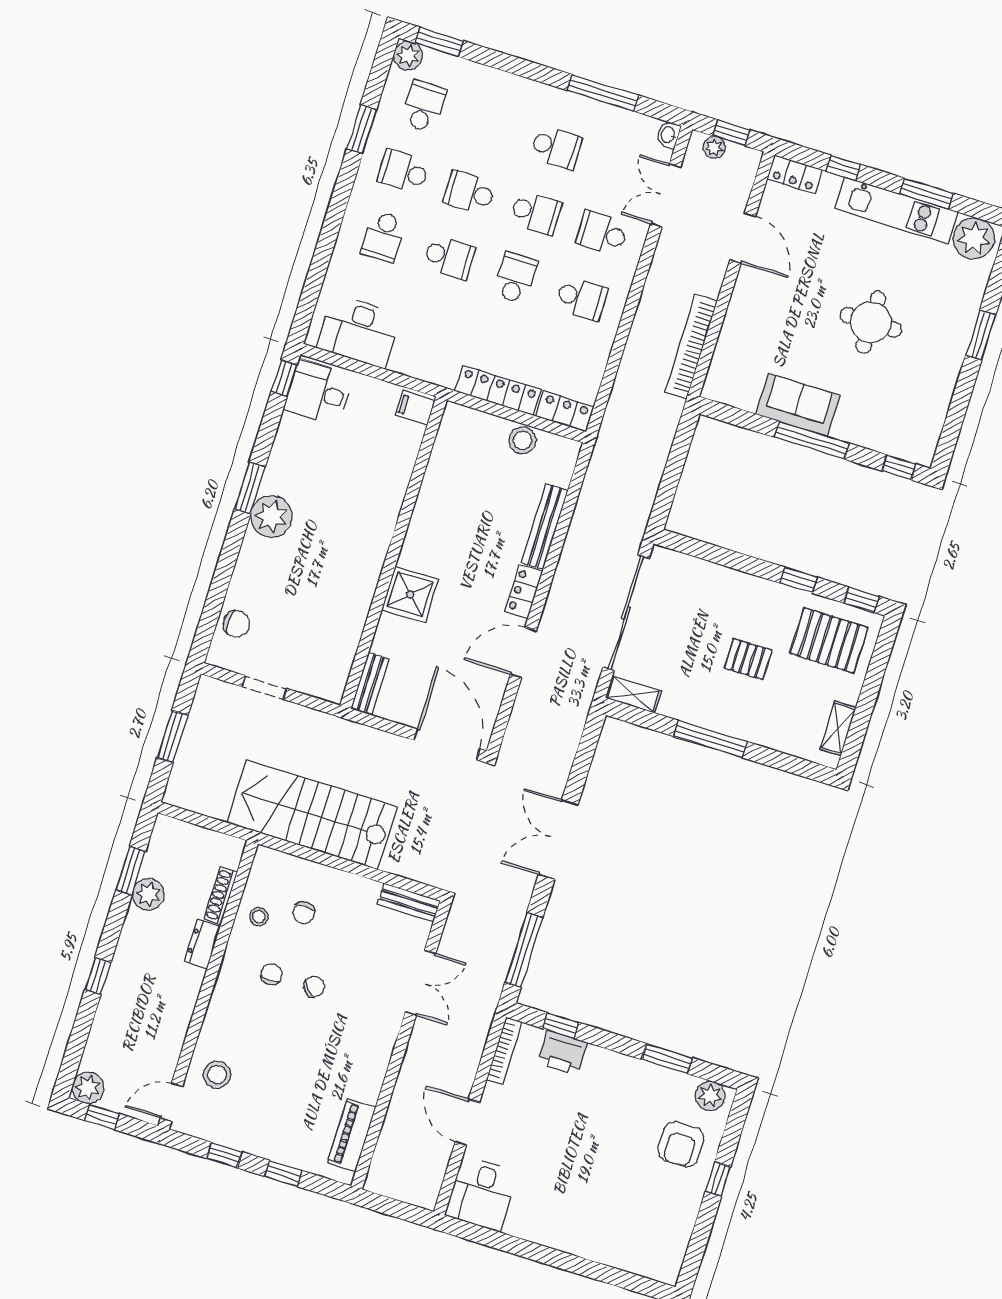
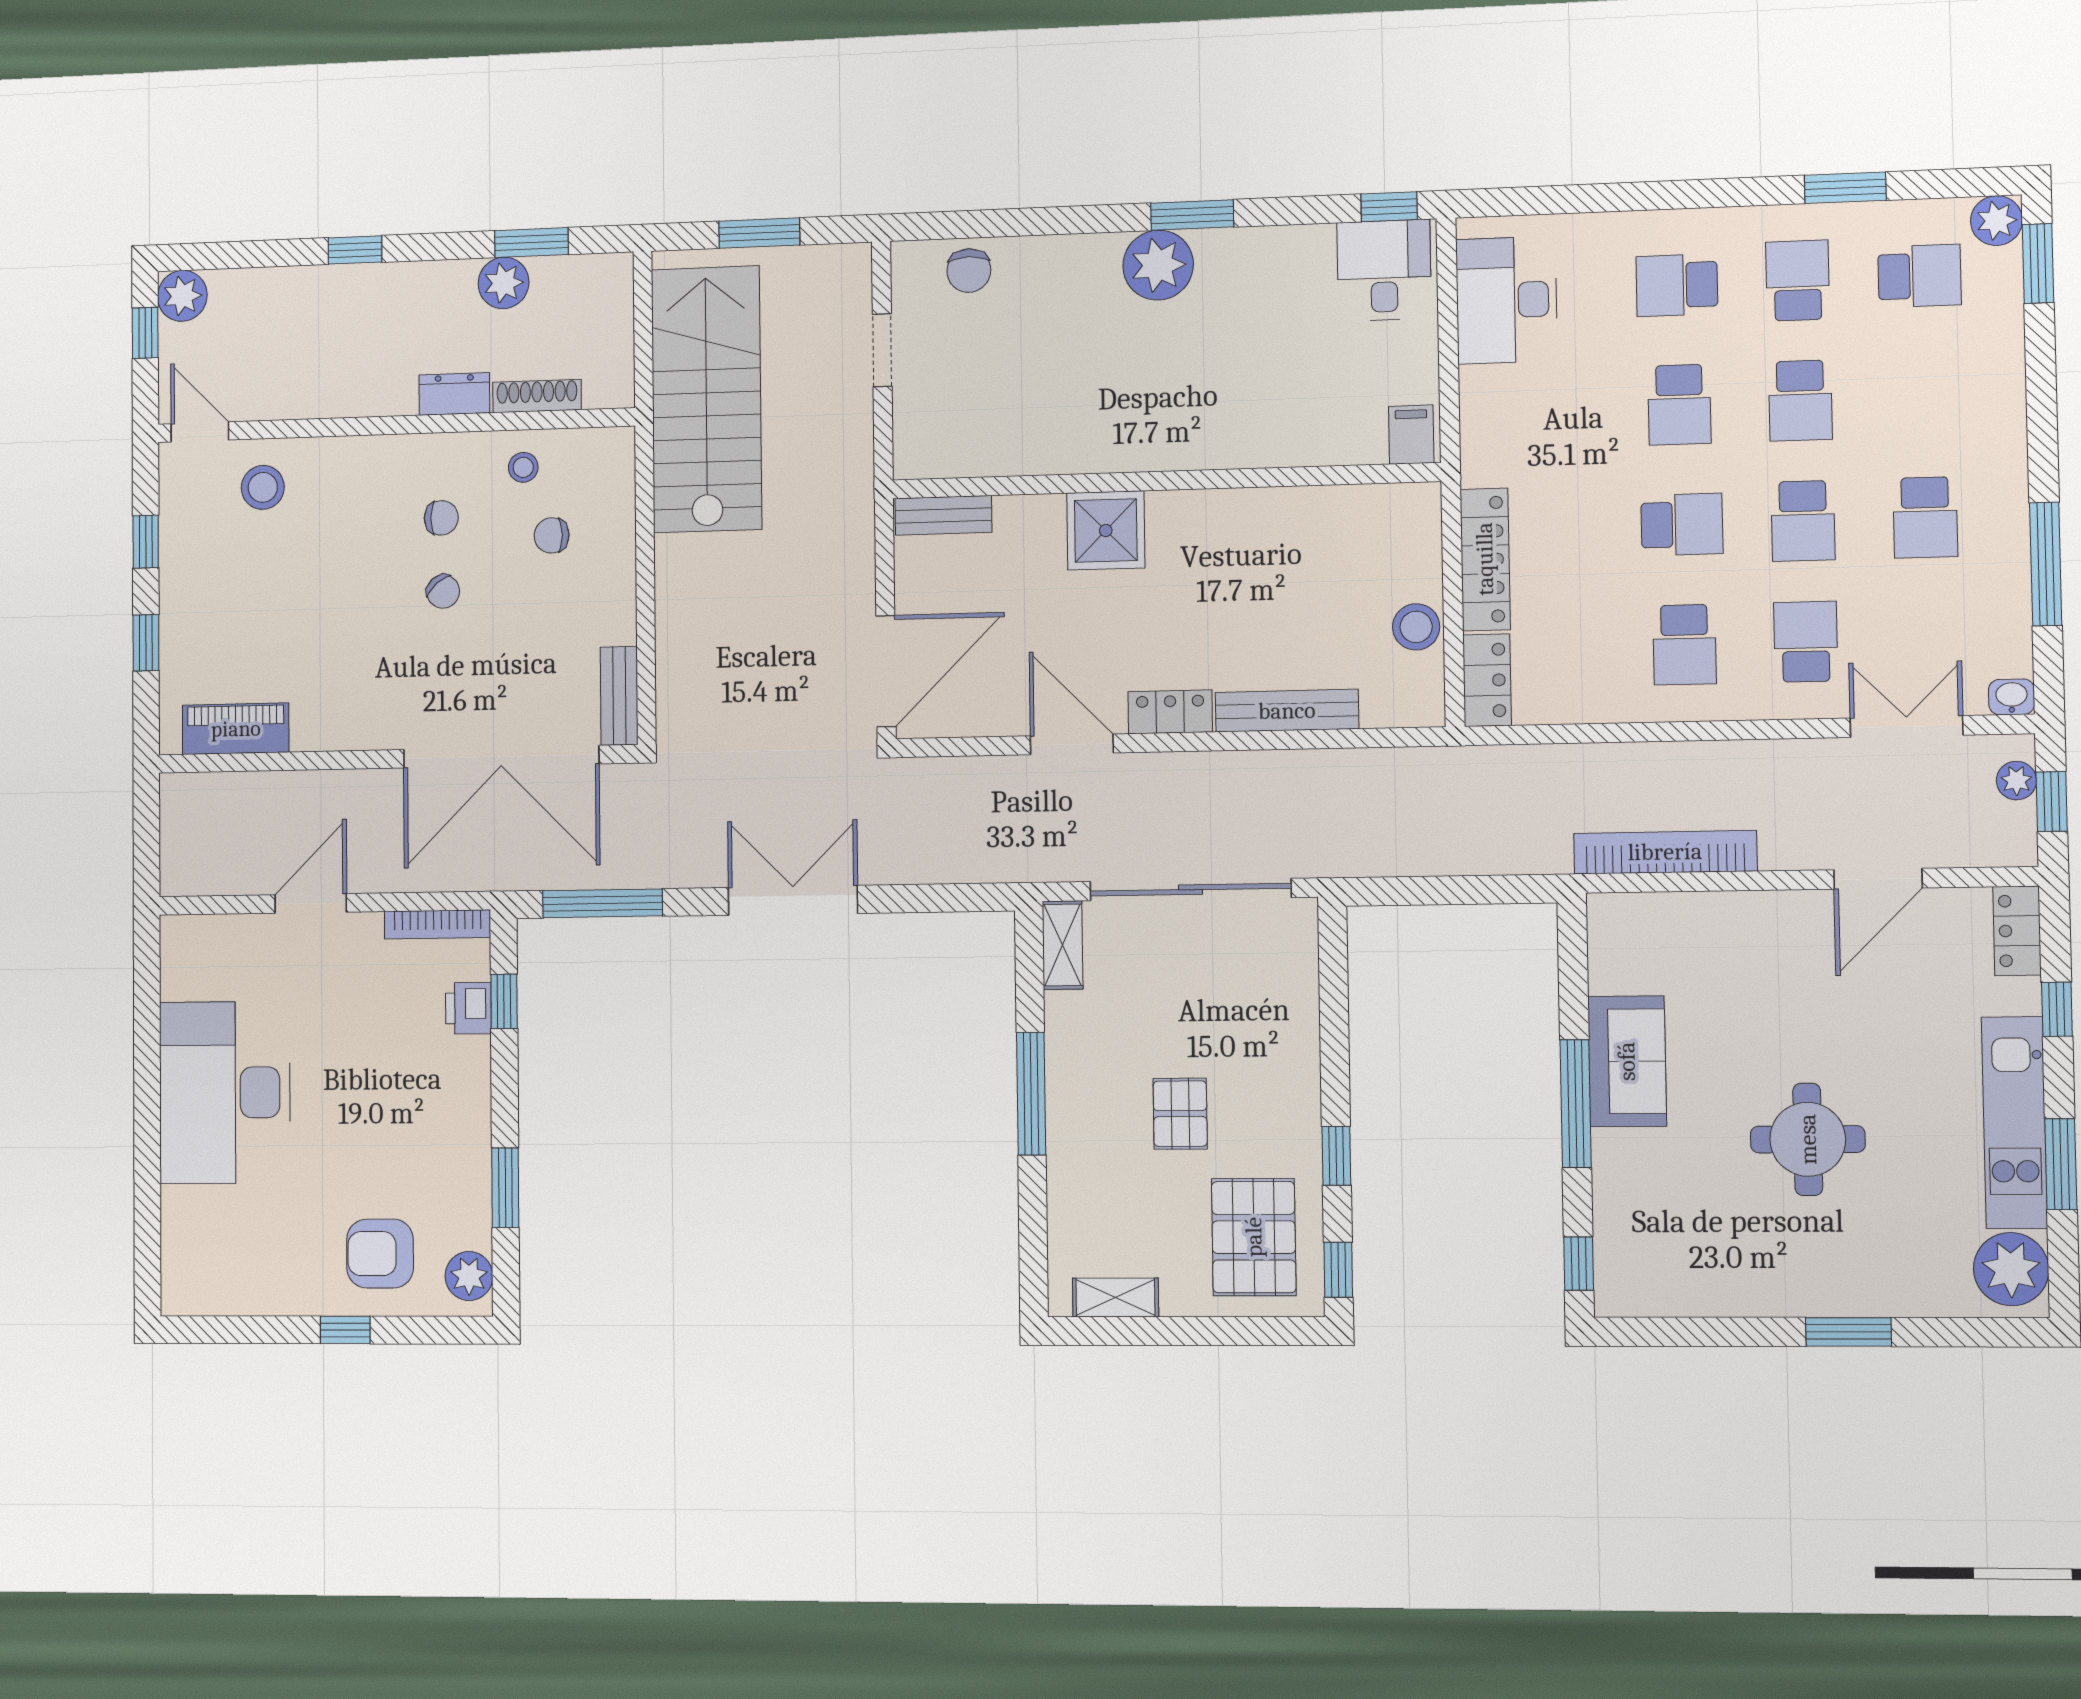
school desk: (470, 192) -> (1800, 401), turned 180
stairs: (312, 815) -> (706, 399), moved
double door: (420, 983) -> (501, 757), width x1.87
printer: (562, 1053) -> (468, 1008), width x0.73, depth x0.81
desk: (481, 1194) -> (225, 1093), moved, width x1.87, depth x1.30

